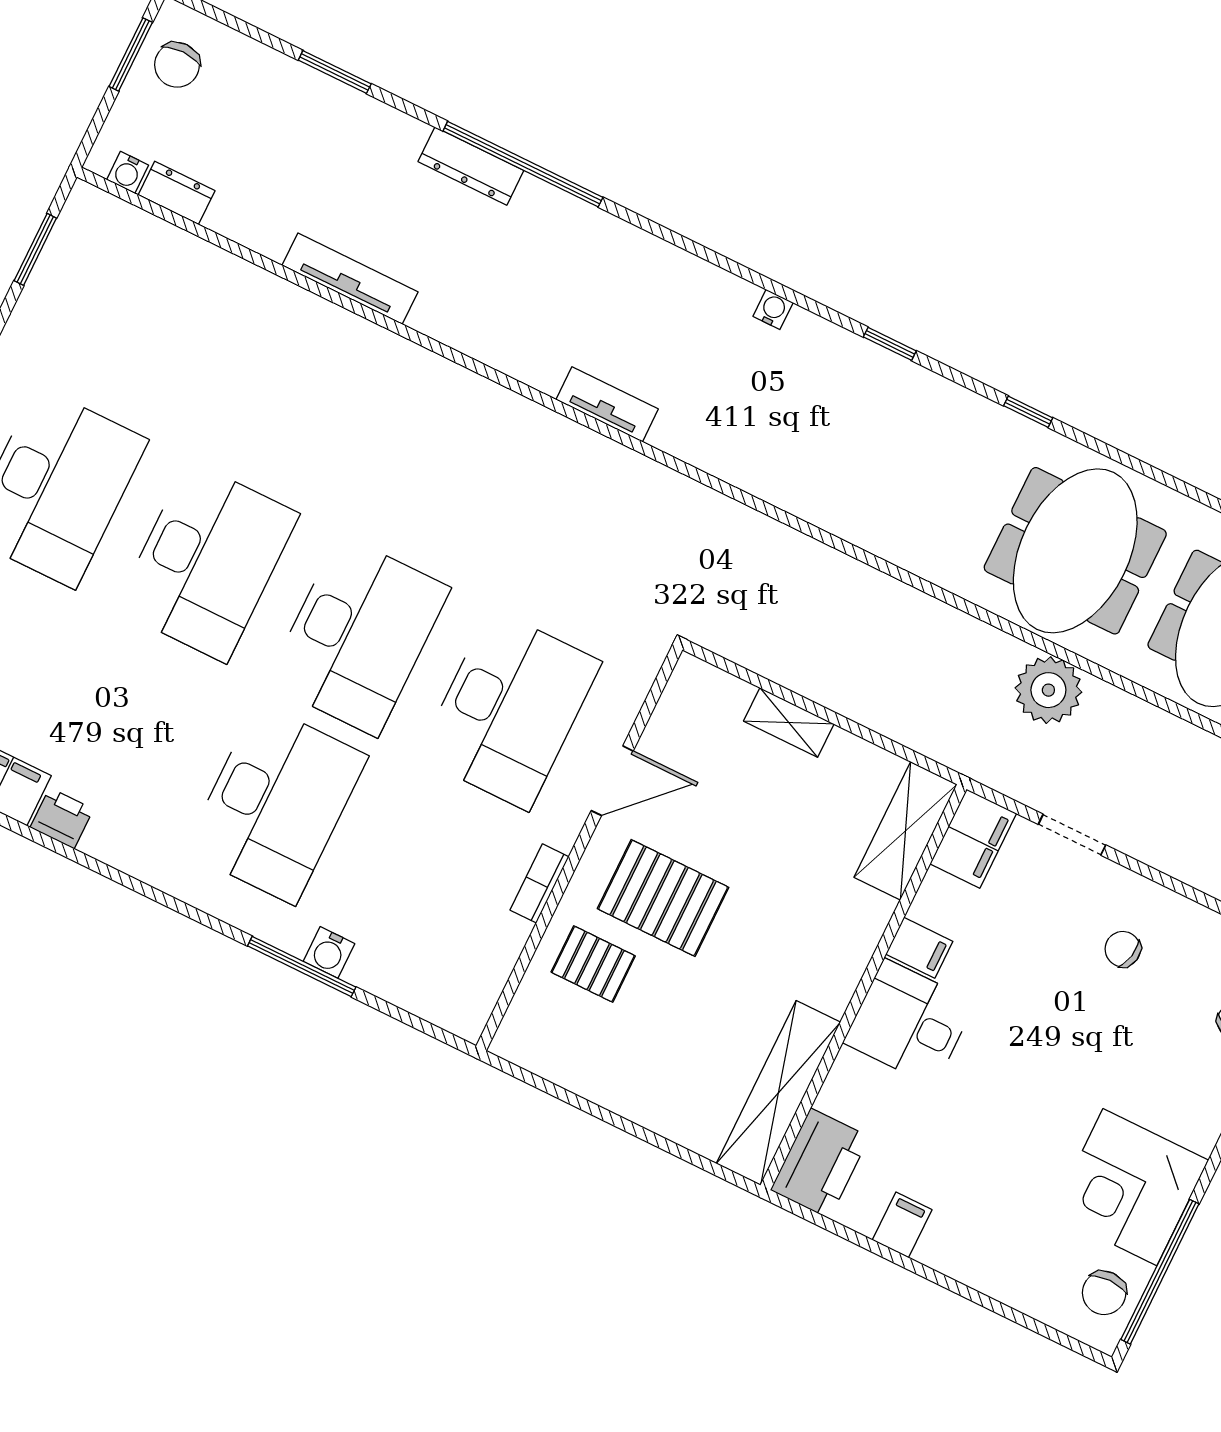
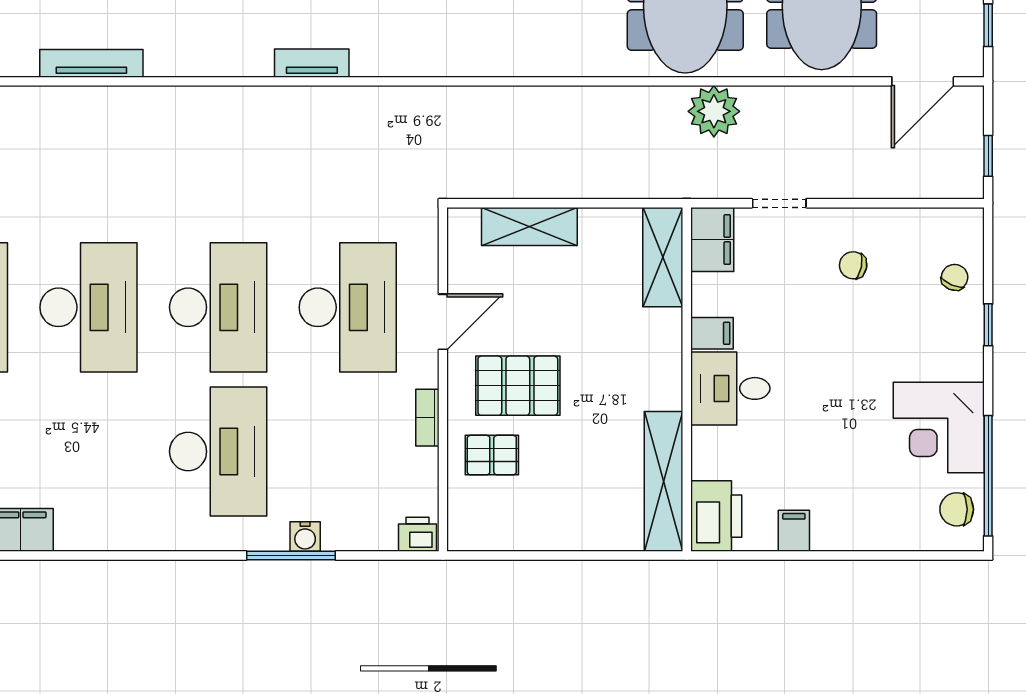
shelving: (789, 723) -> (529, 226), width x1.50, depth x1.33
printer: (62, 818) -> (418, 534), moved
chair: (1104, 1293) -> (957, 509), turned 90

